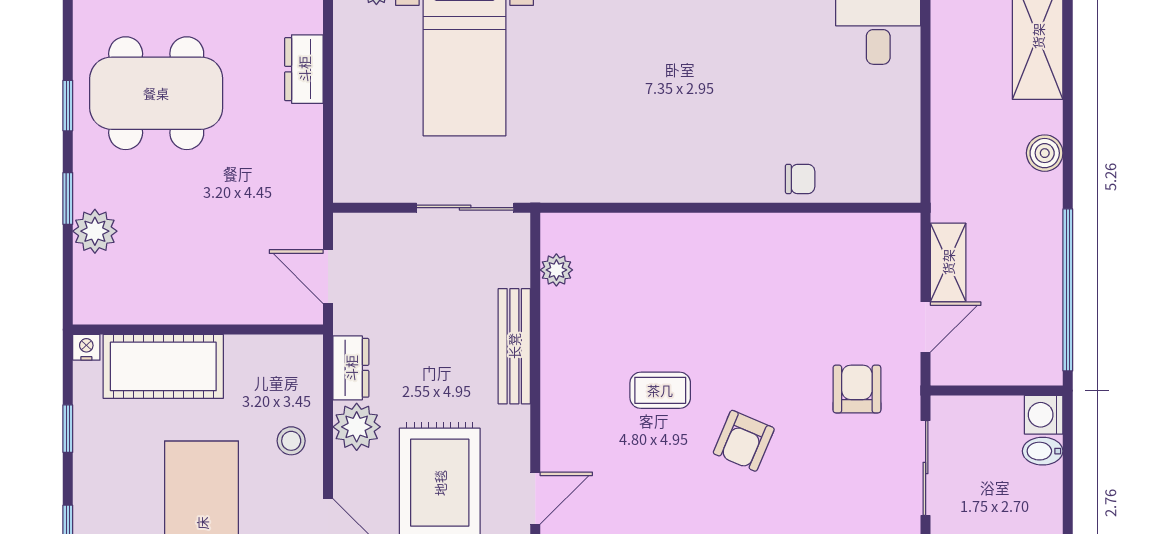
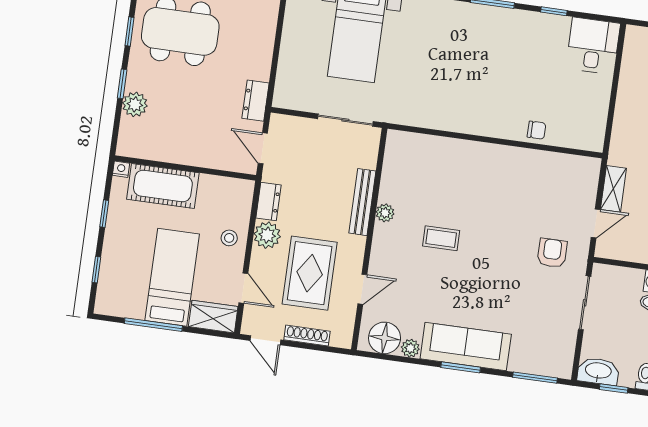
dresser: (304, 69) -> (256, 101), moved
plant: (556, 270) -> (385, 213), moved
armchair: (744, 441) -> (484, 273), removed

